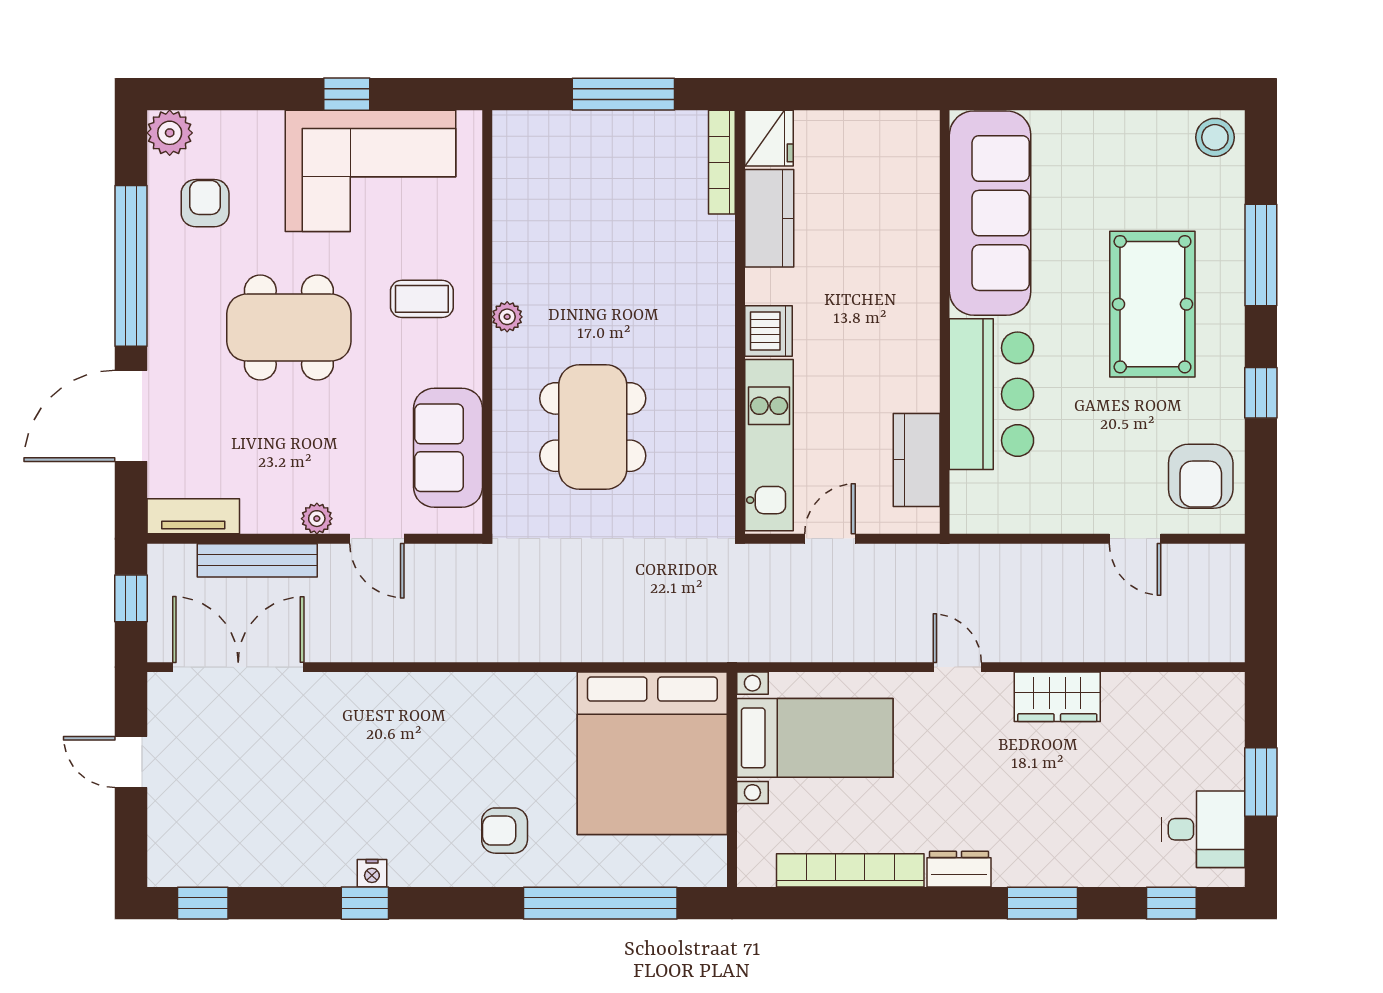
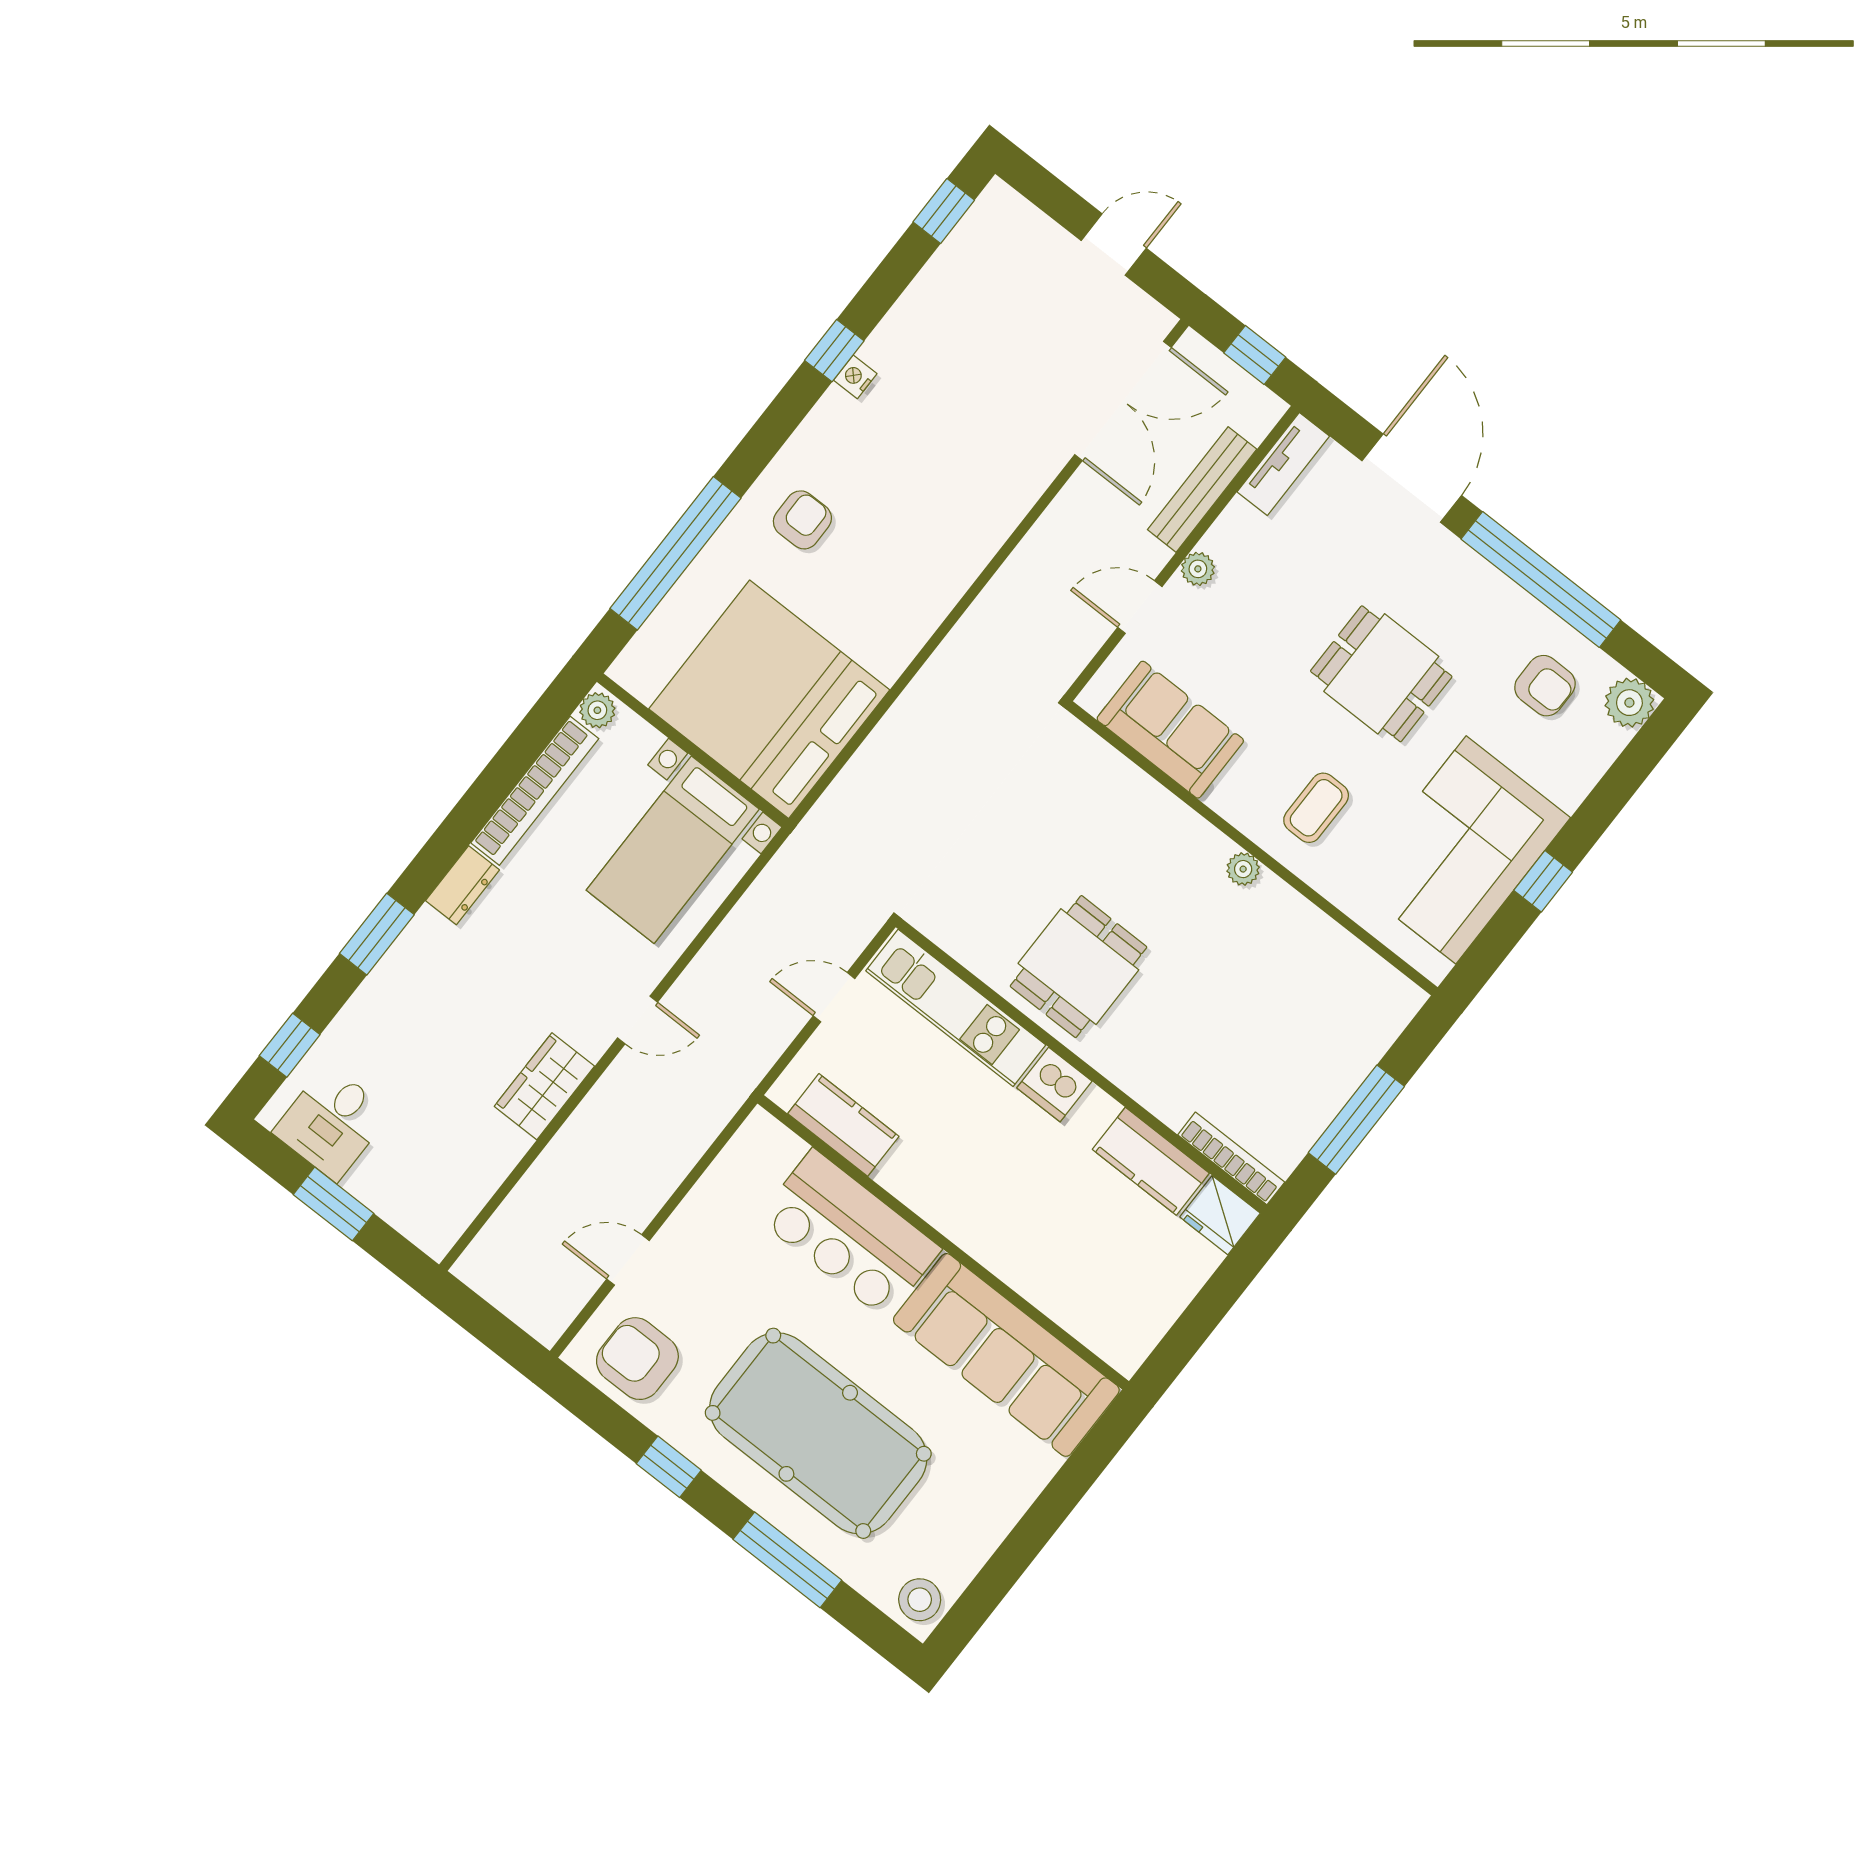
pool table: (1152, 304) -> (818, 1433), width x1.36, depth x1.32
dining table: (289, 328) -> (1381, 674), width x0.73
dining table: (593, 427) -> (1078, 967), moved, width x0.73
door: (830, 539) -> (834, 997), swing flipped
plant: (757, 871) -> (597, 710), added

